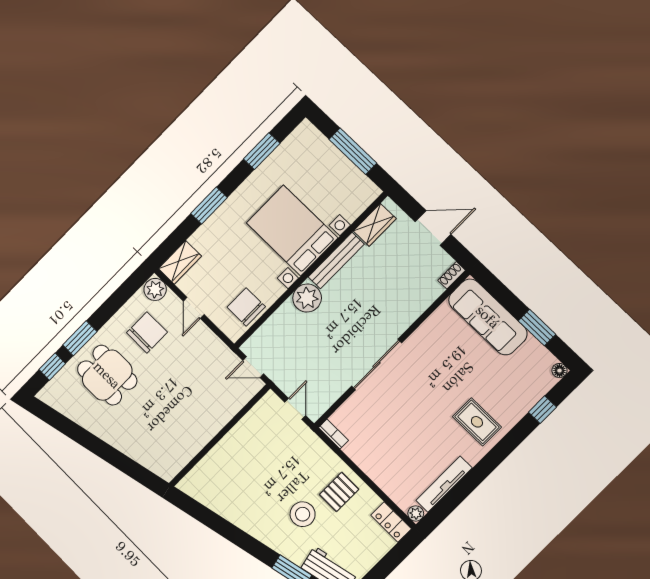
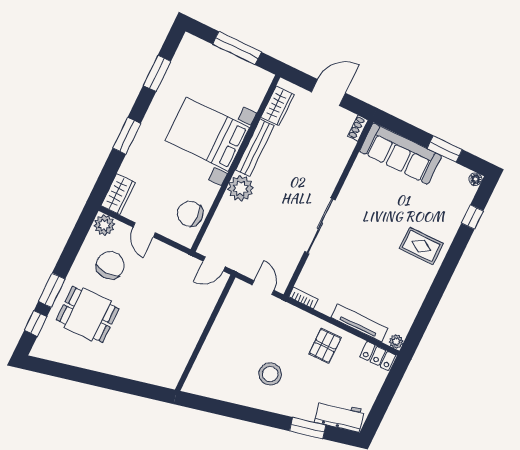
tv unit: (444, 484) -> (359, 323), moved, turned 90
stool: (303, 514) -> (270, 374), moved

